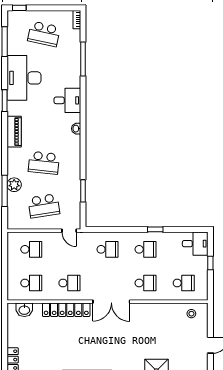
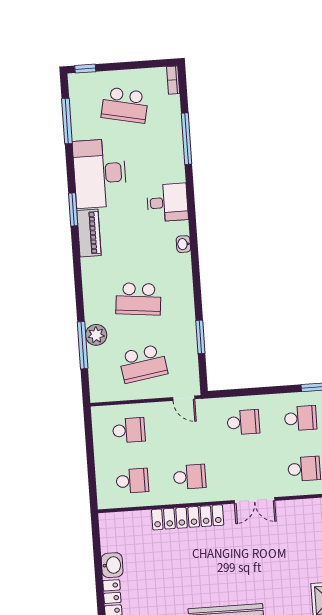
piano: (14, 132) -> (89, 233), moved
double door: (111, 302) -> (255, 500), width x0.73
washbasin: (24, 310) -> (112, 565), moved, turned -90

